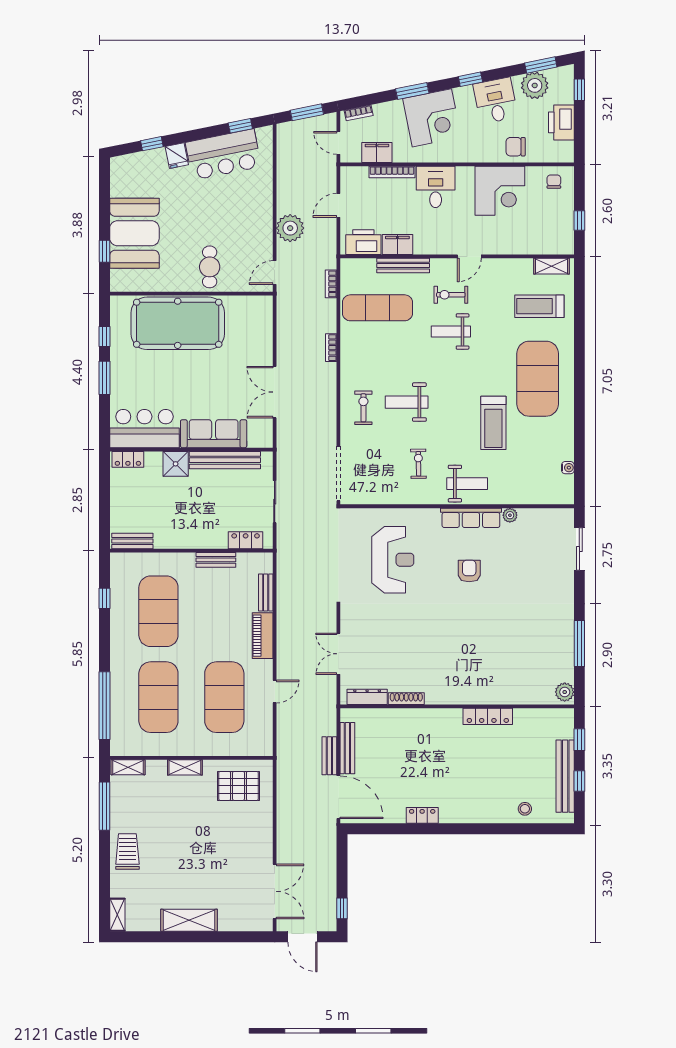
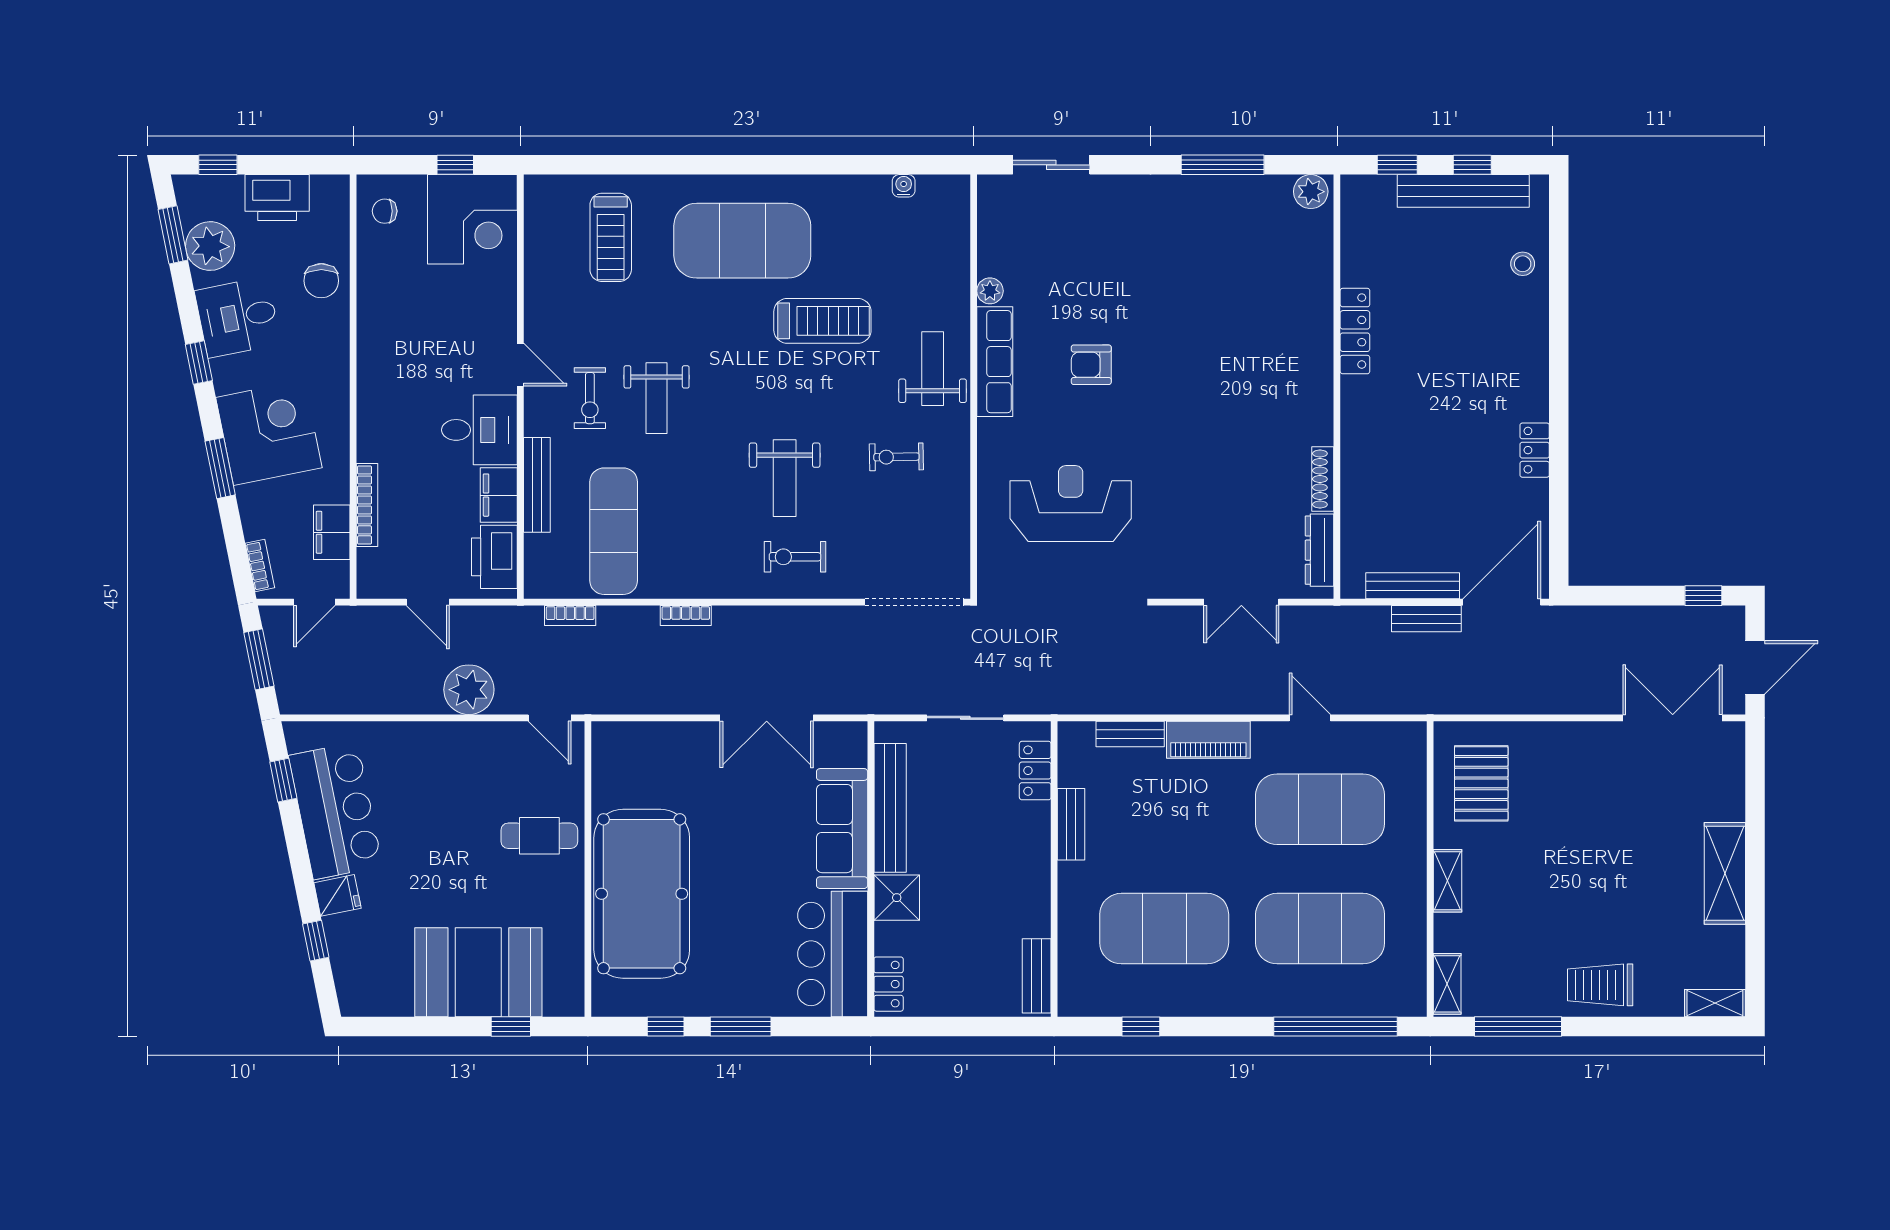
desk: (436, 187) -> (479, 430), moved, turned 180
corner desk: (500, 191) -> (472, 219), moved, turned 90
shelving: (552, 266) -> (538, 215), removed

